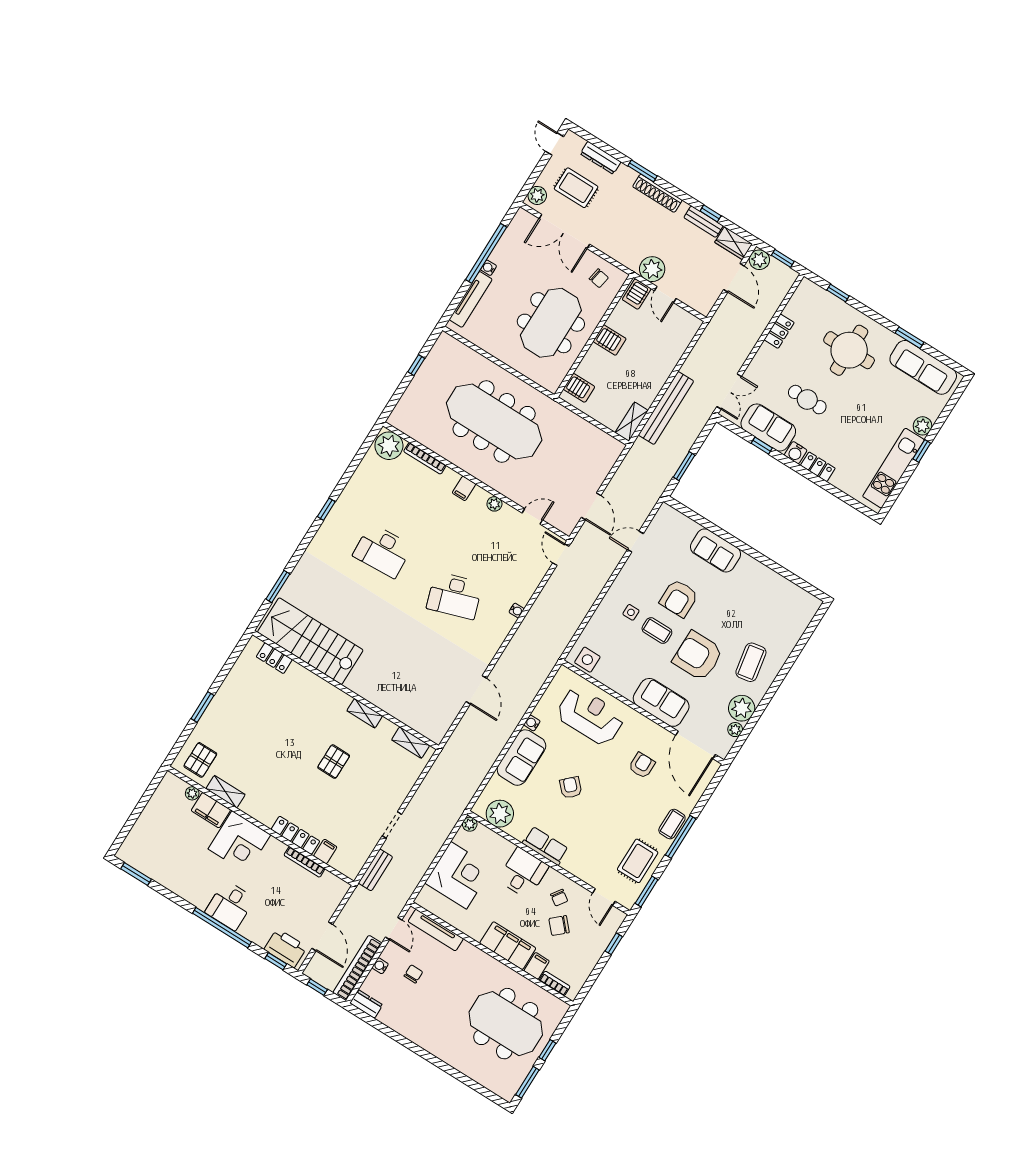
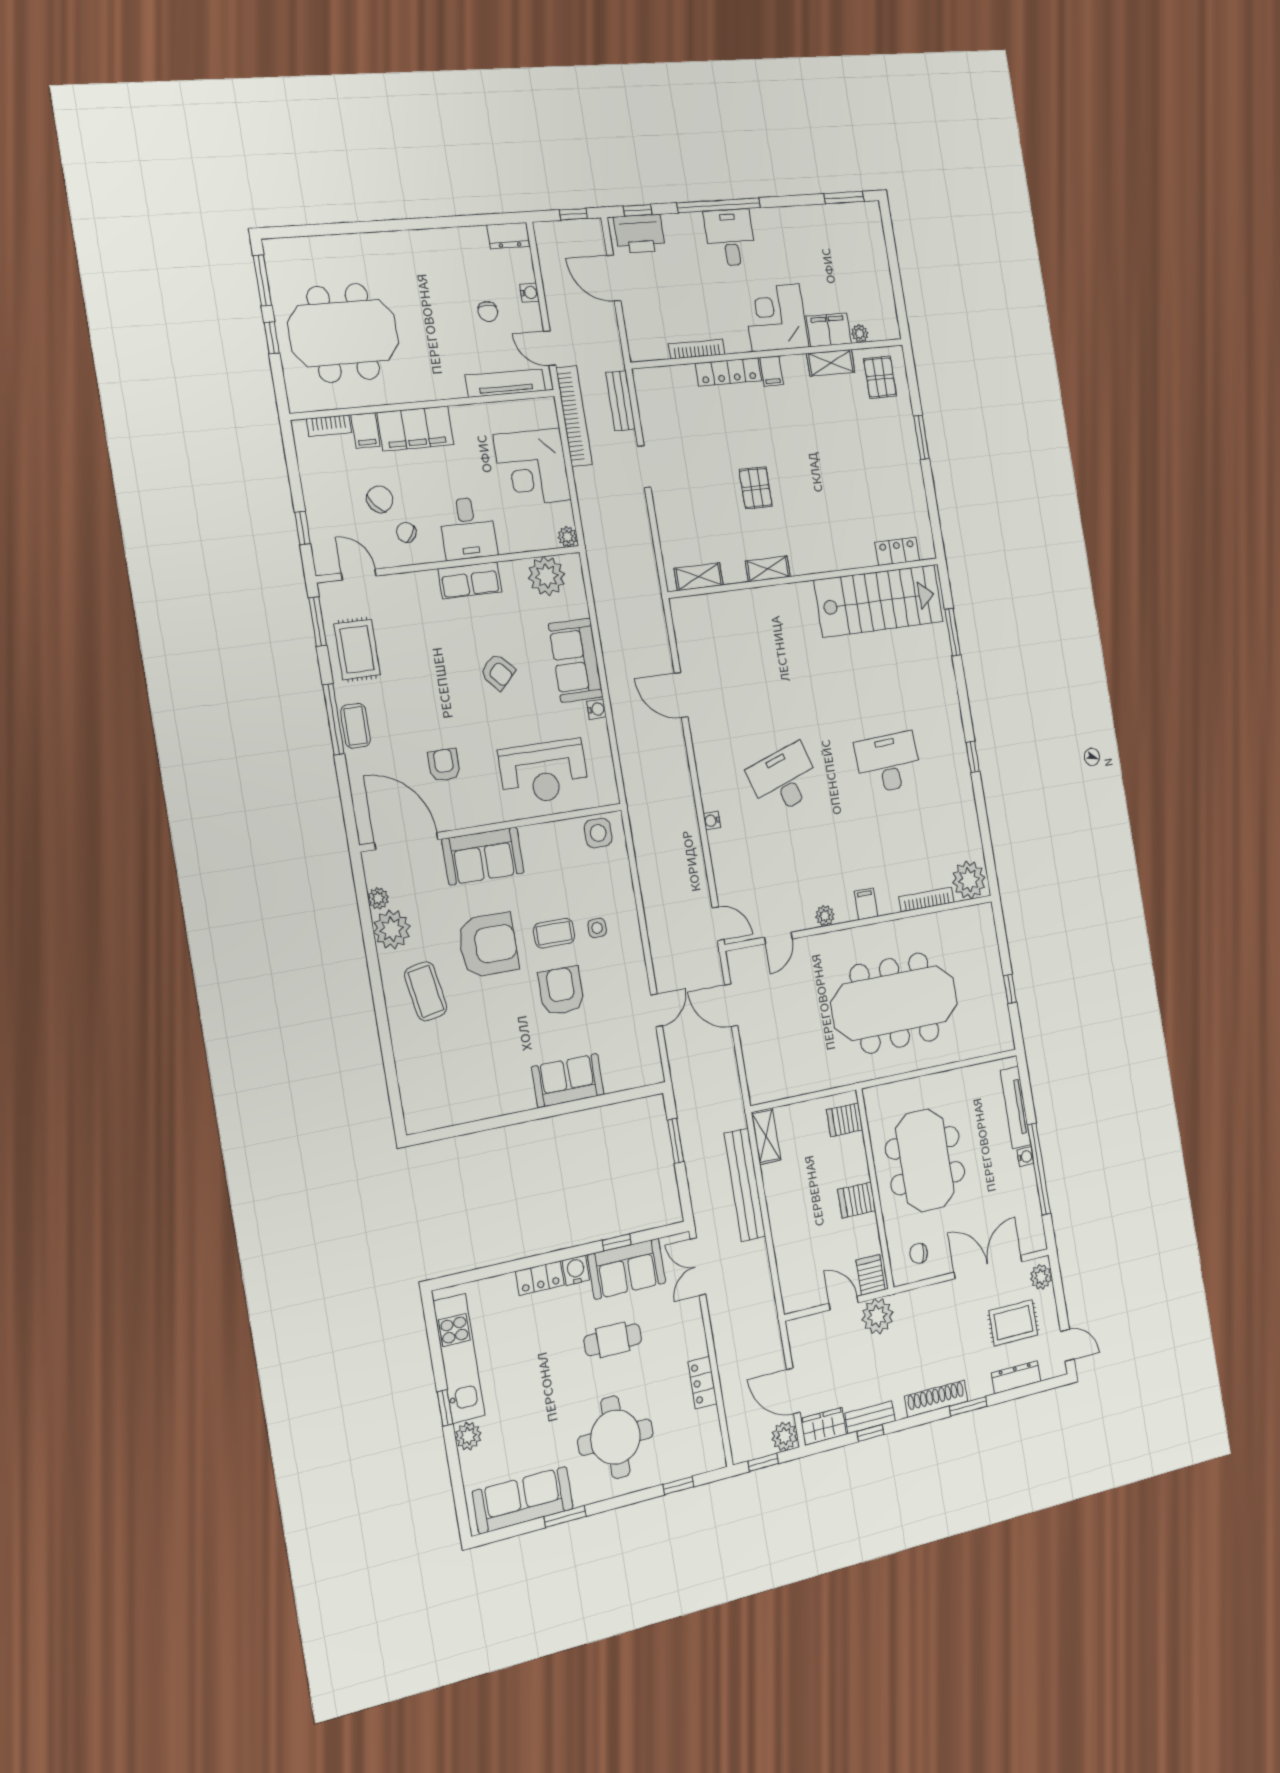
armchair: (642, 765) -> (444, 765), turned 180
filing cabinet: (325, 851) -> (772, 371), moved
bookcase: (357, 968) -> (574, 416), moved

